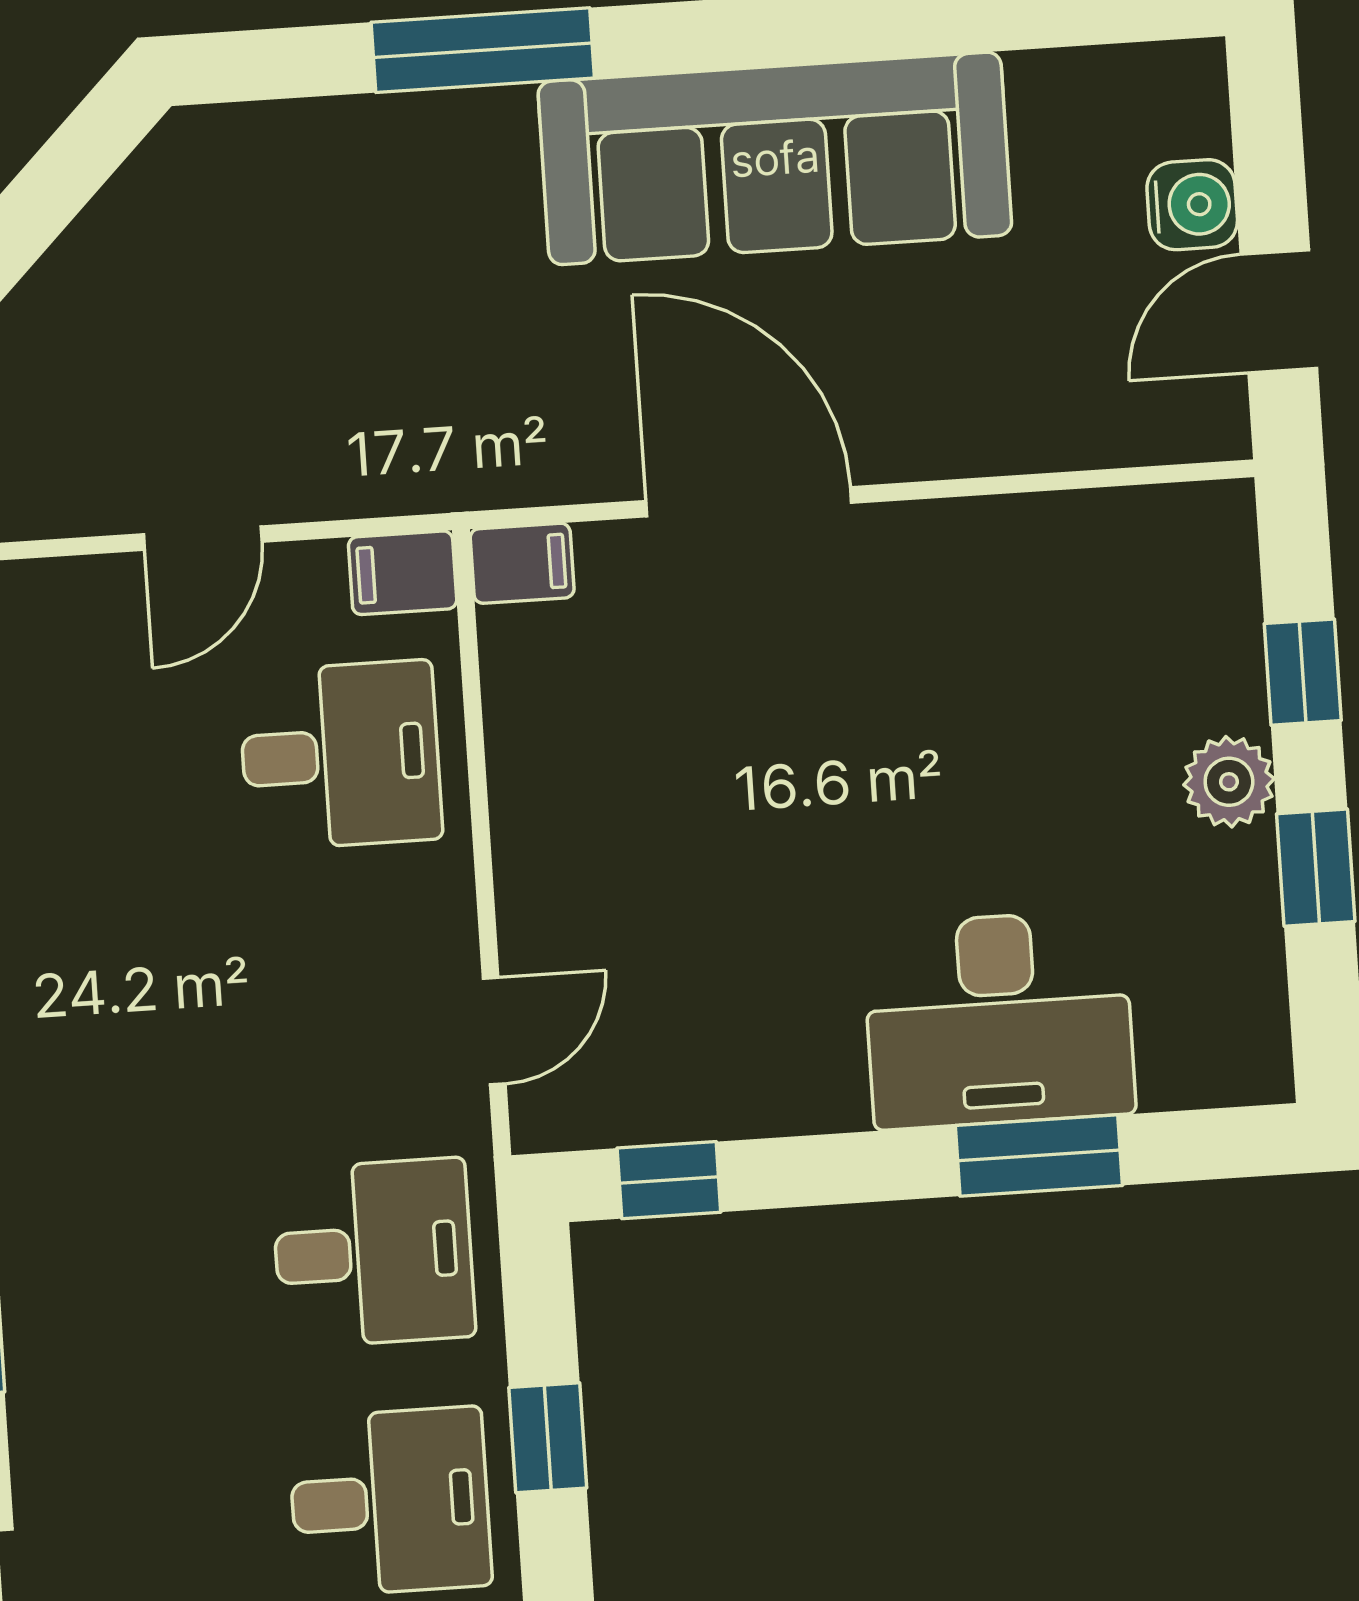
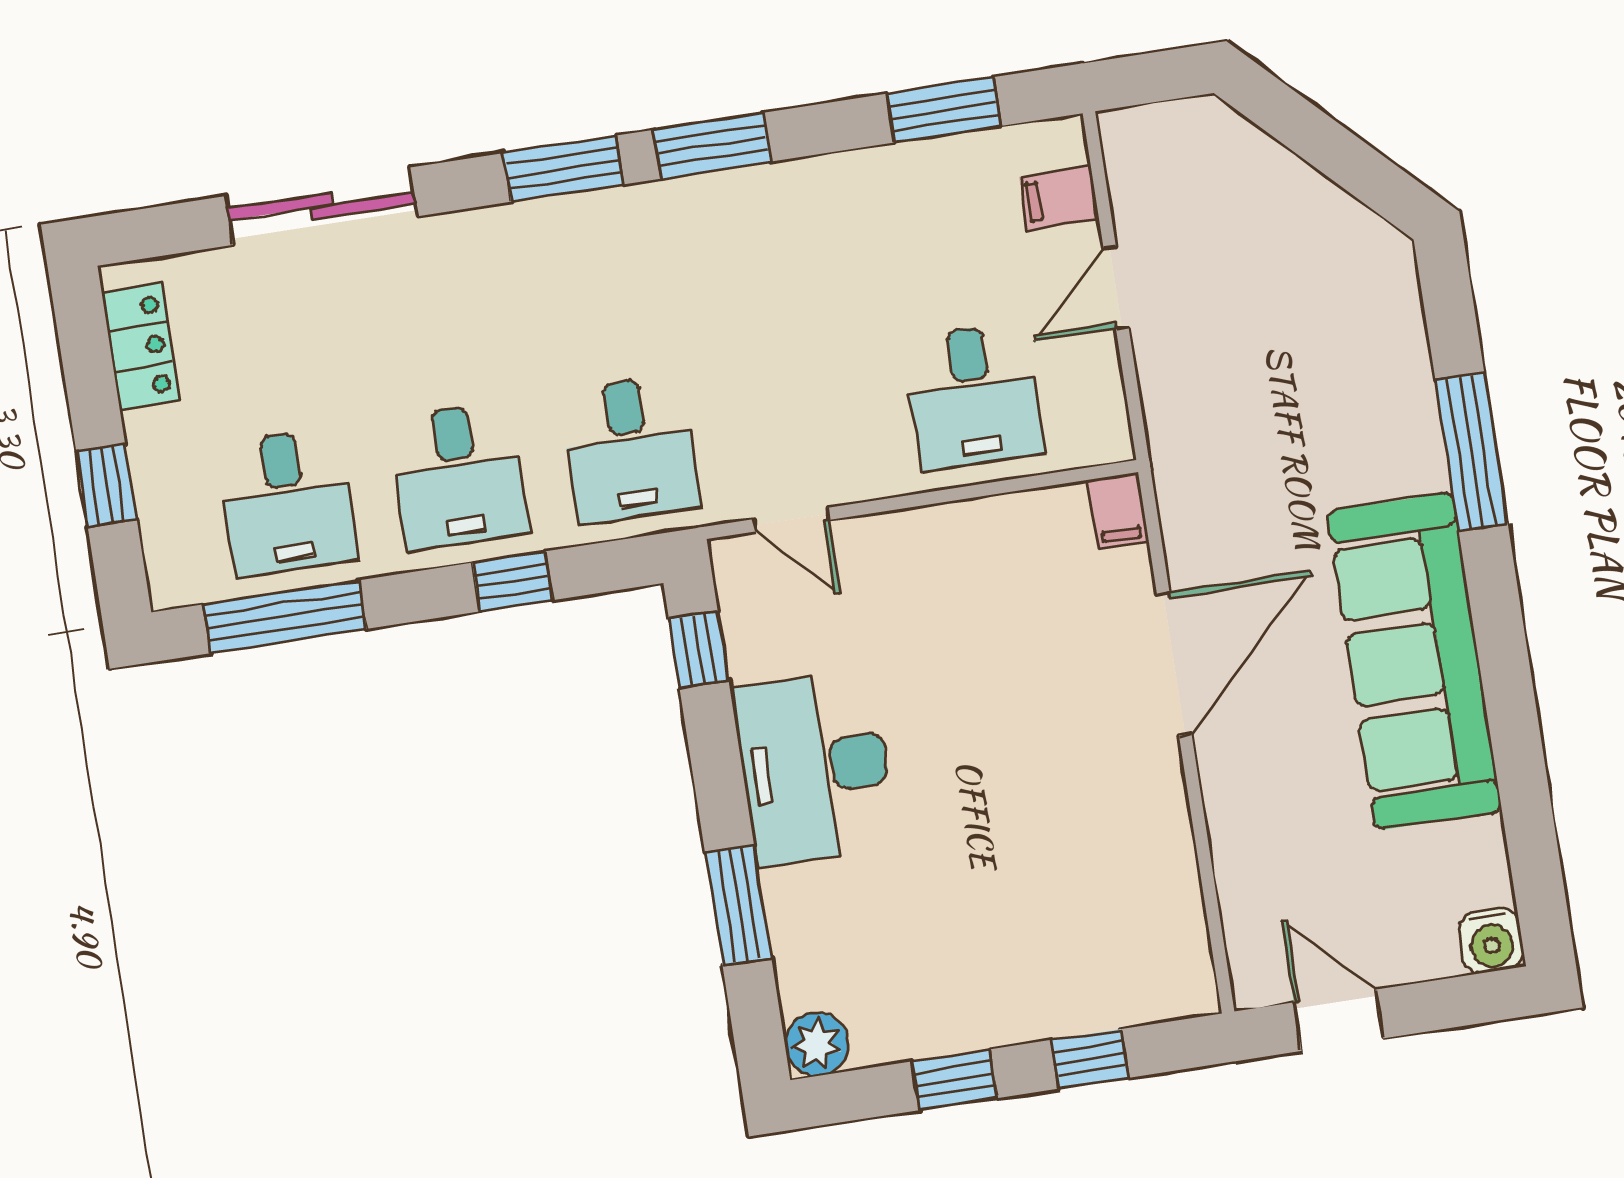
water cooler: (1192, 205) -> (1491, 941), moved
door: (203, 538) -> (1116, 287), hinge flipped
filing cabinet: (403, 573) -> (1059, 198), moved, turned -90
plant: (1229, 782) -> (817, 1044), moved
desk: (999, 1019) -> (815, 768), moved

